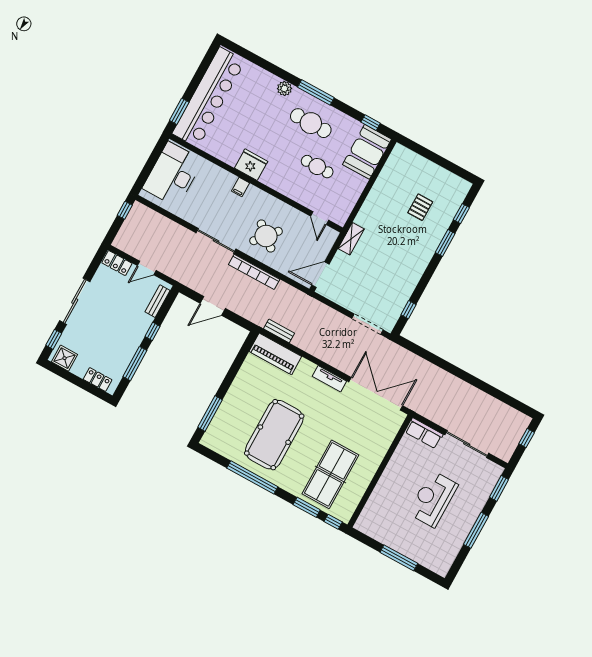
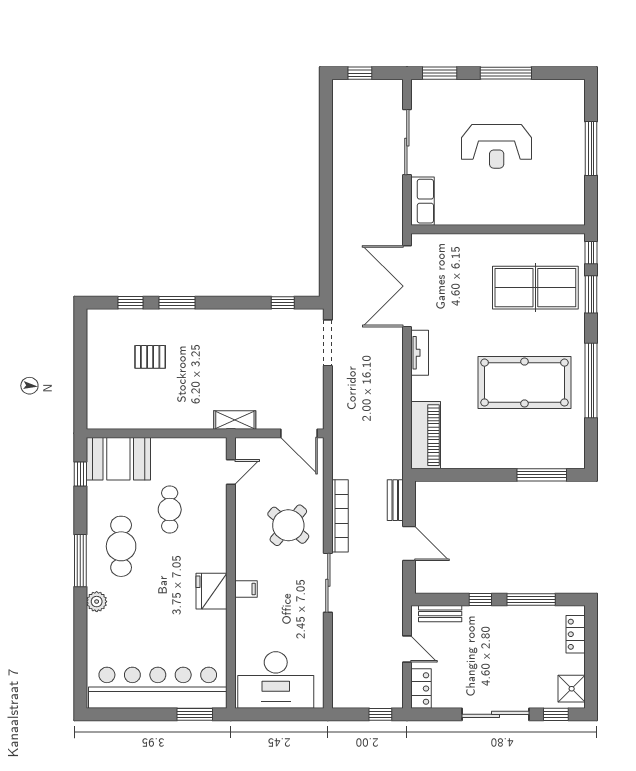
window: (125, 210) -> (380, 714), moved
bench: (279, 331) -> (395, 500), moved

